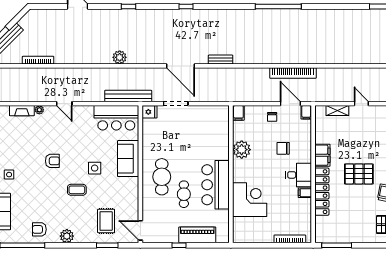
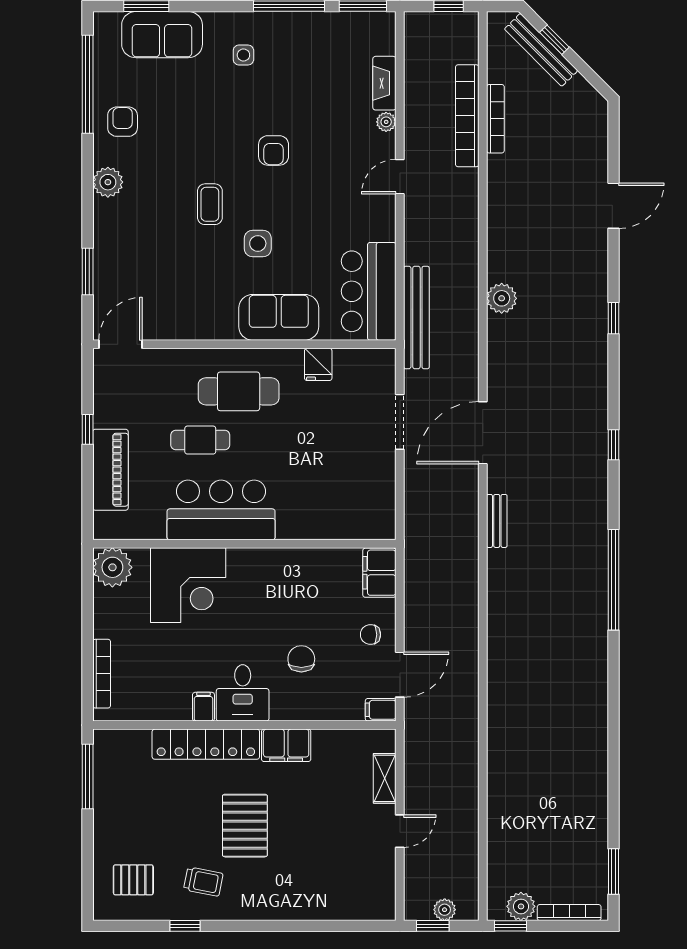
window: (278, 7) -> (614, 580), moved
bookcase: (293, 73) -> (467, 116), moved
fridge: (150, 112) -> (318, 364), moved
filing cabinet: (238, 113) -> (379, 573), width x2.00
plant: (242, 150) -> (112, 567), moved
rug: (106, 221) -> (141, 269), removed

